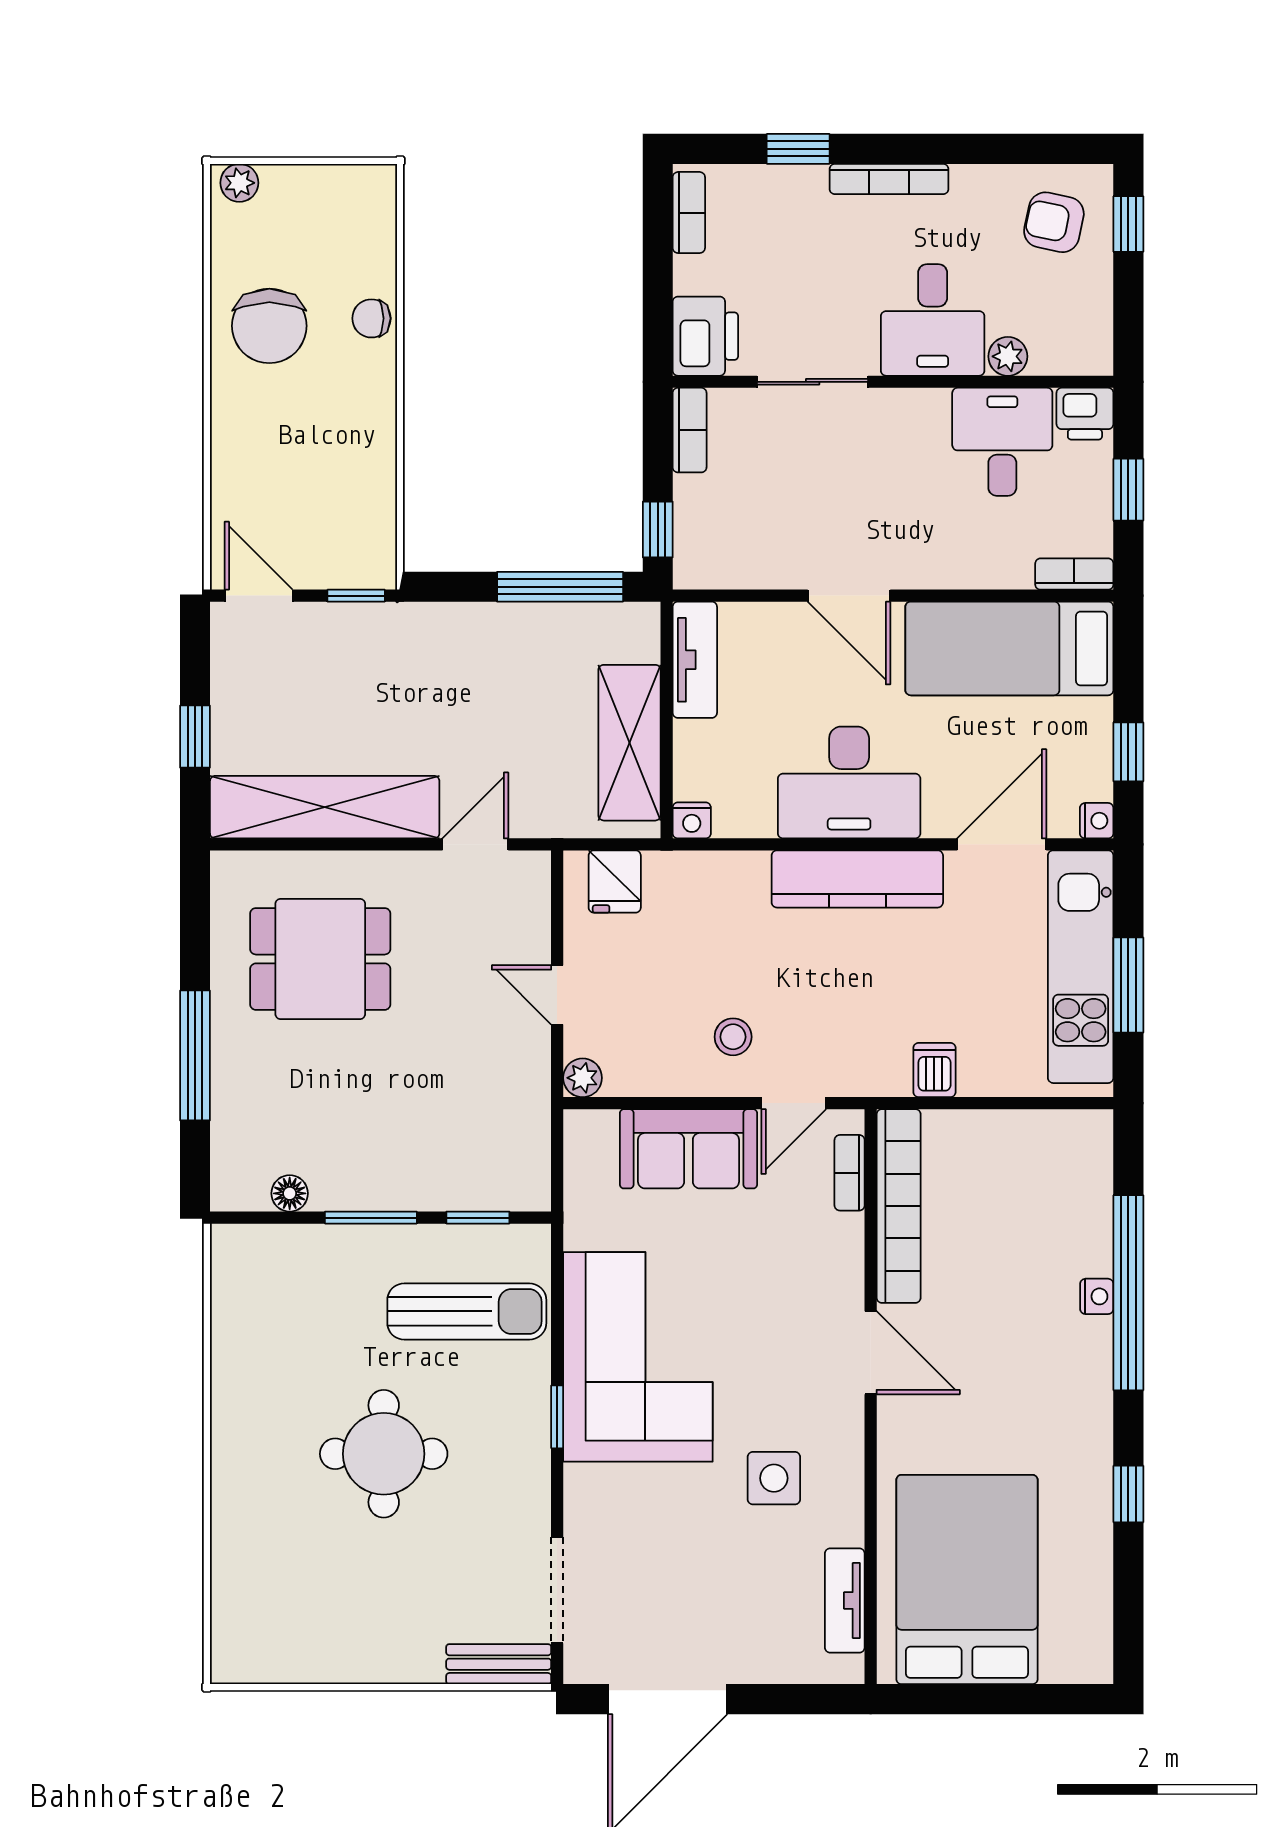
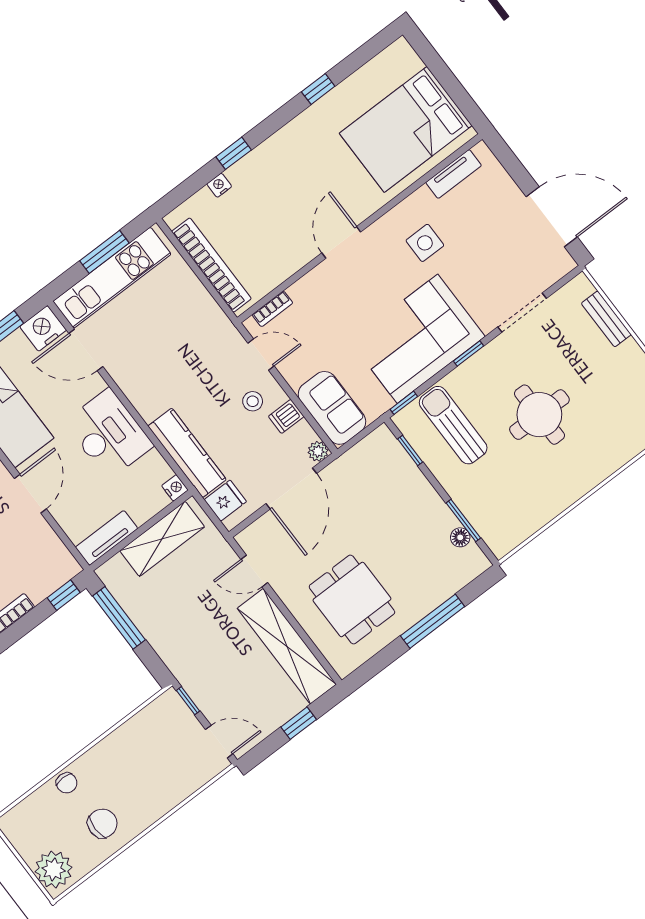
plant: (239, 183) -> (54, 869), width x1.88, depth x1.88
chair: (269, 326) -> (102, 823), width x0.73, depth x0.73
door: (259, 596) -> (219, 742), swing flipped
nightstand: (1097, 821) -> (43, 328), width x1.89, depth x1.79
kitchen counter: (857, 879) -> (187, 453), moved
door: (557, 995) -> (291, 488), width x1.88
dishwasher: (934, 1070) -> (286, 416), moved
sofa: (689, 1149) -> (332, 408), moved
bookcase: (899, 1206) -> (211, 265), moved, turned 90
window: (371, 1218) -> (463, 520), moved
window: (557, 1263) -> (404, 403), added
window: (1128, 1293) -> (234, 153), width x0.32
nightstand: (1097, 1296) -> (219, 185), moved
doorway: (557, 1590) -> (522, 313), moved
bench: (499, 1664) -> (606, 319), moved

